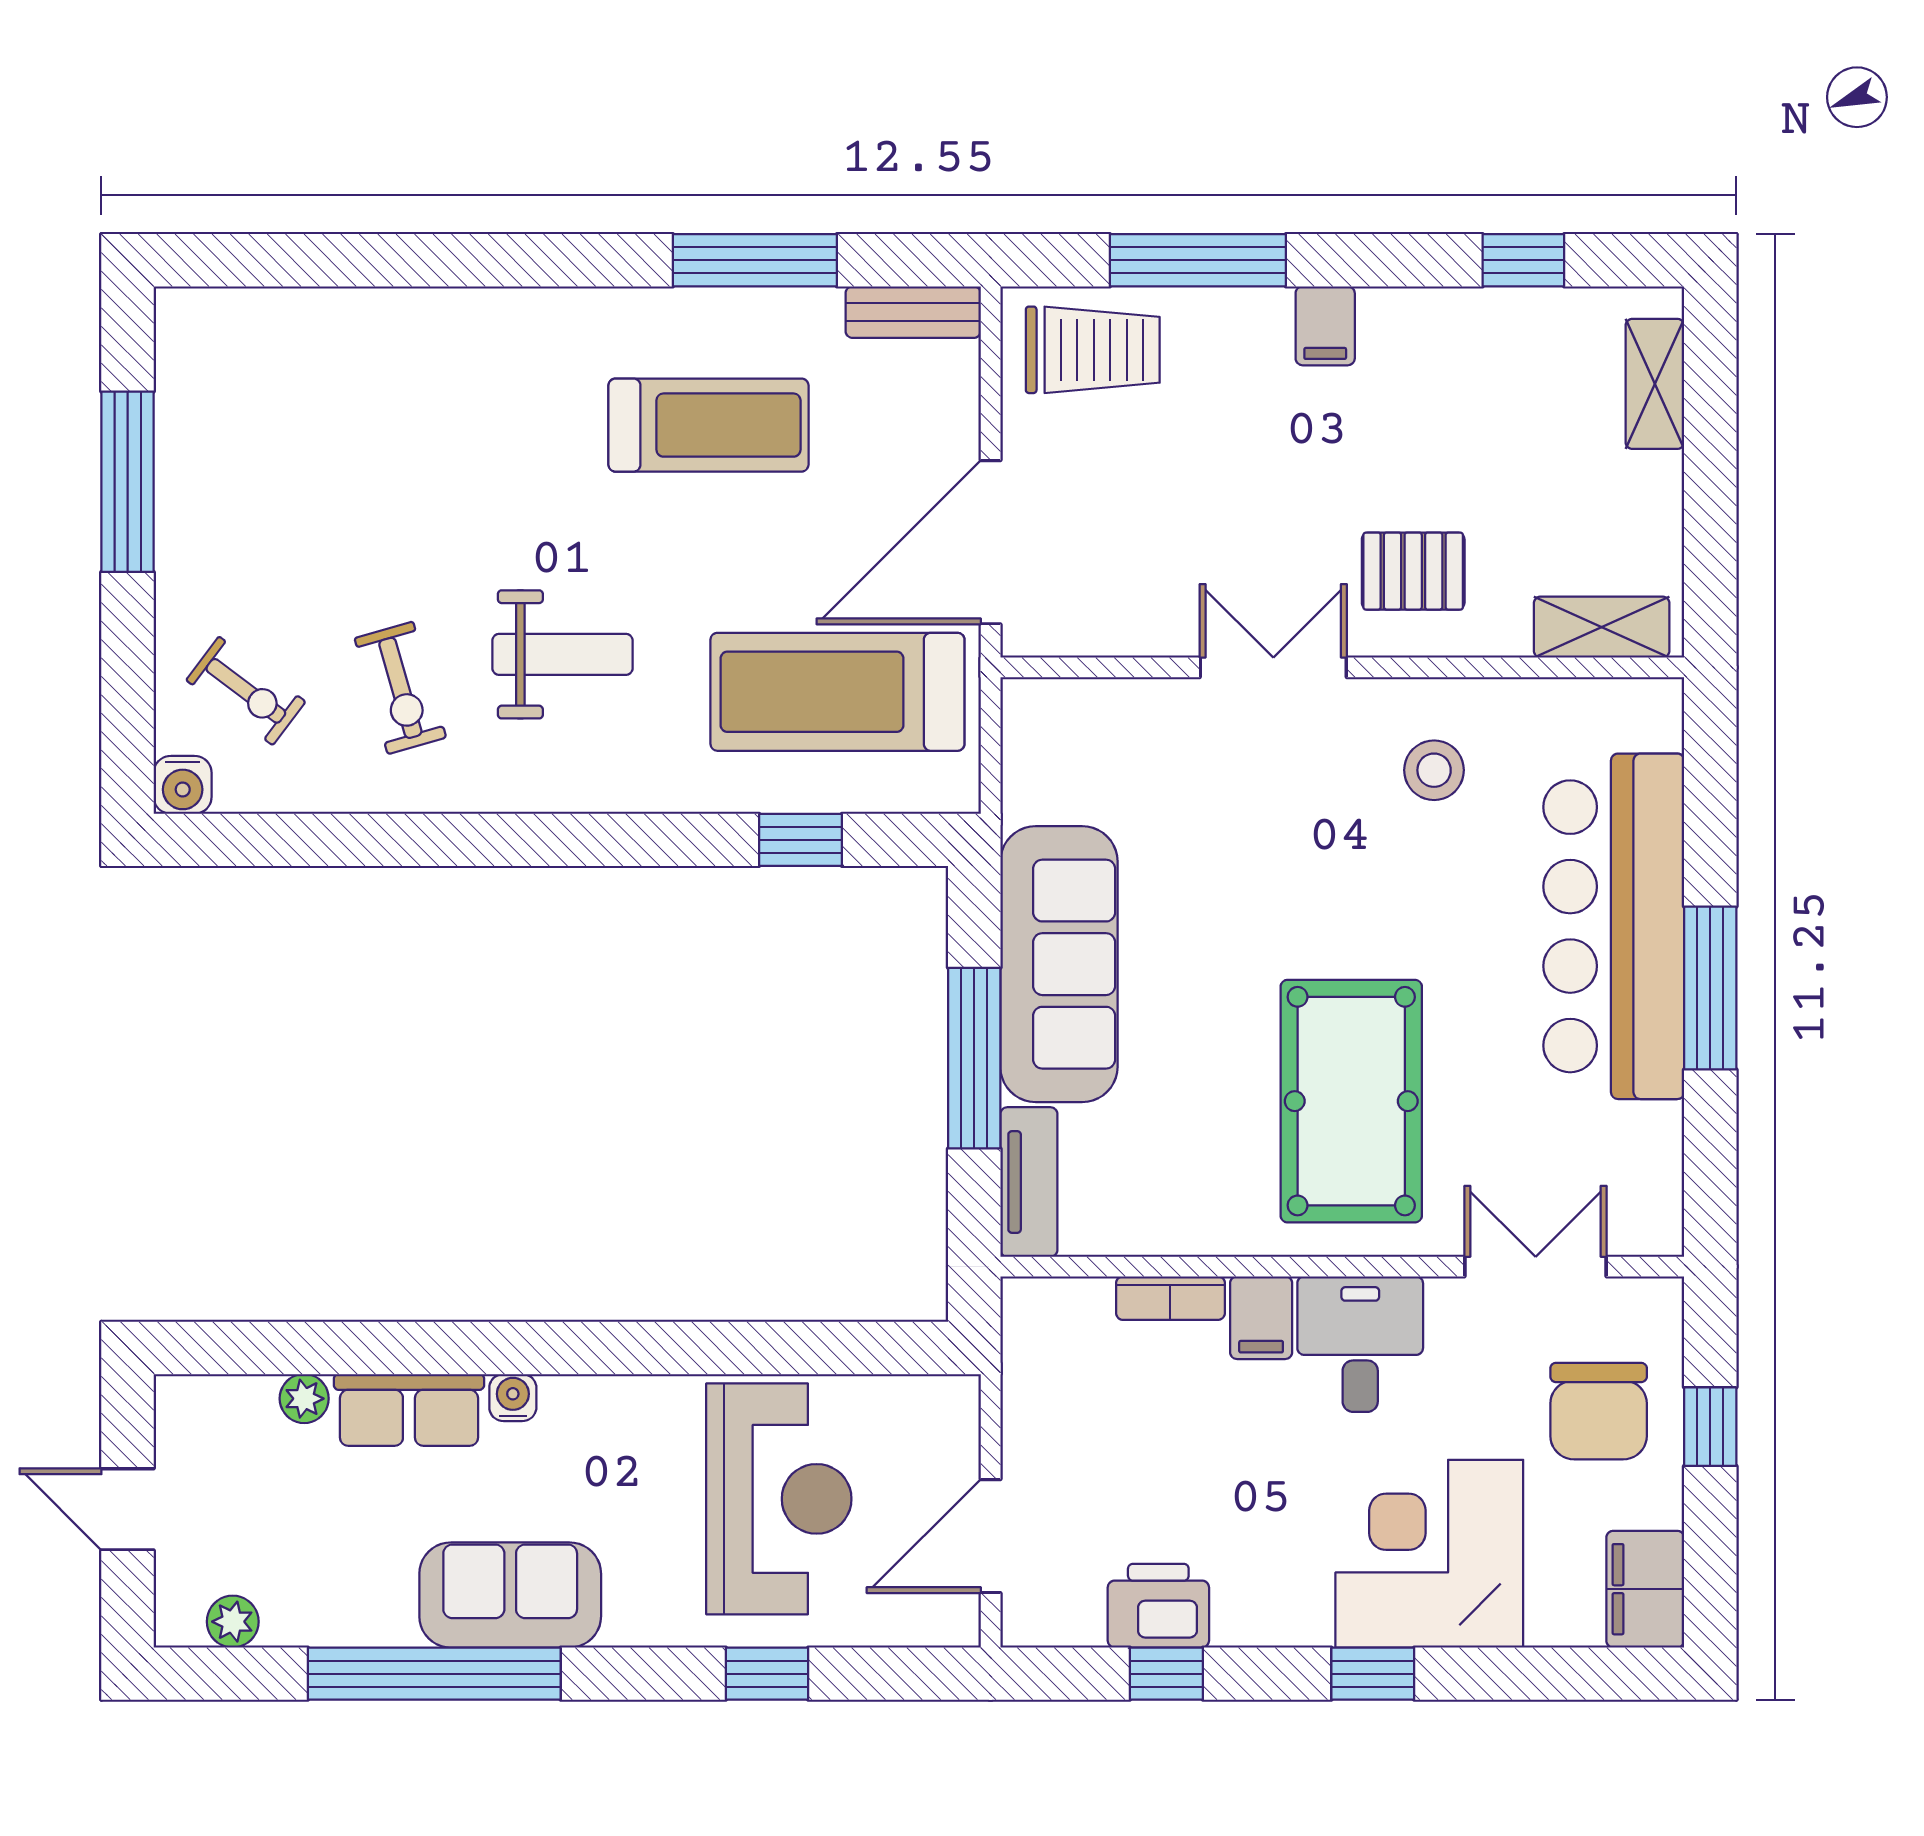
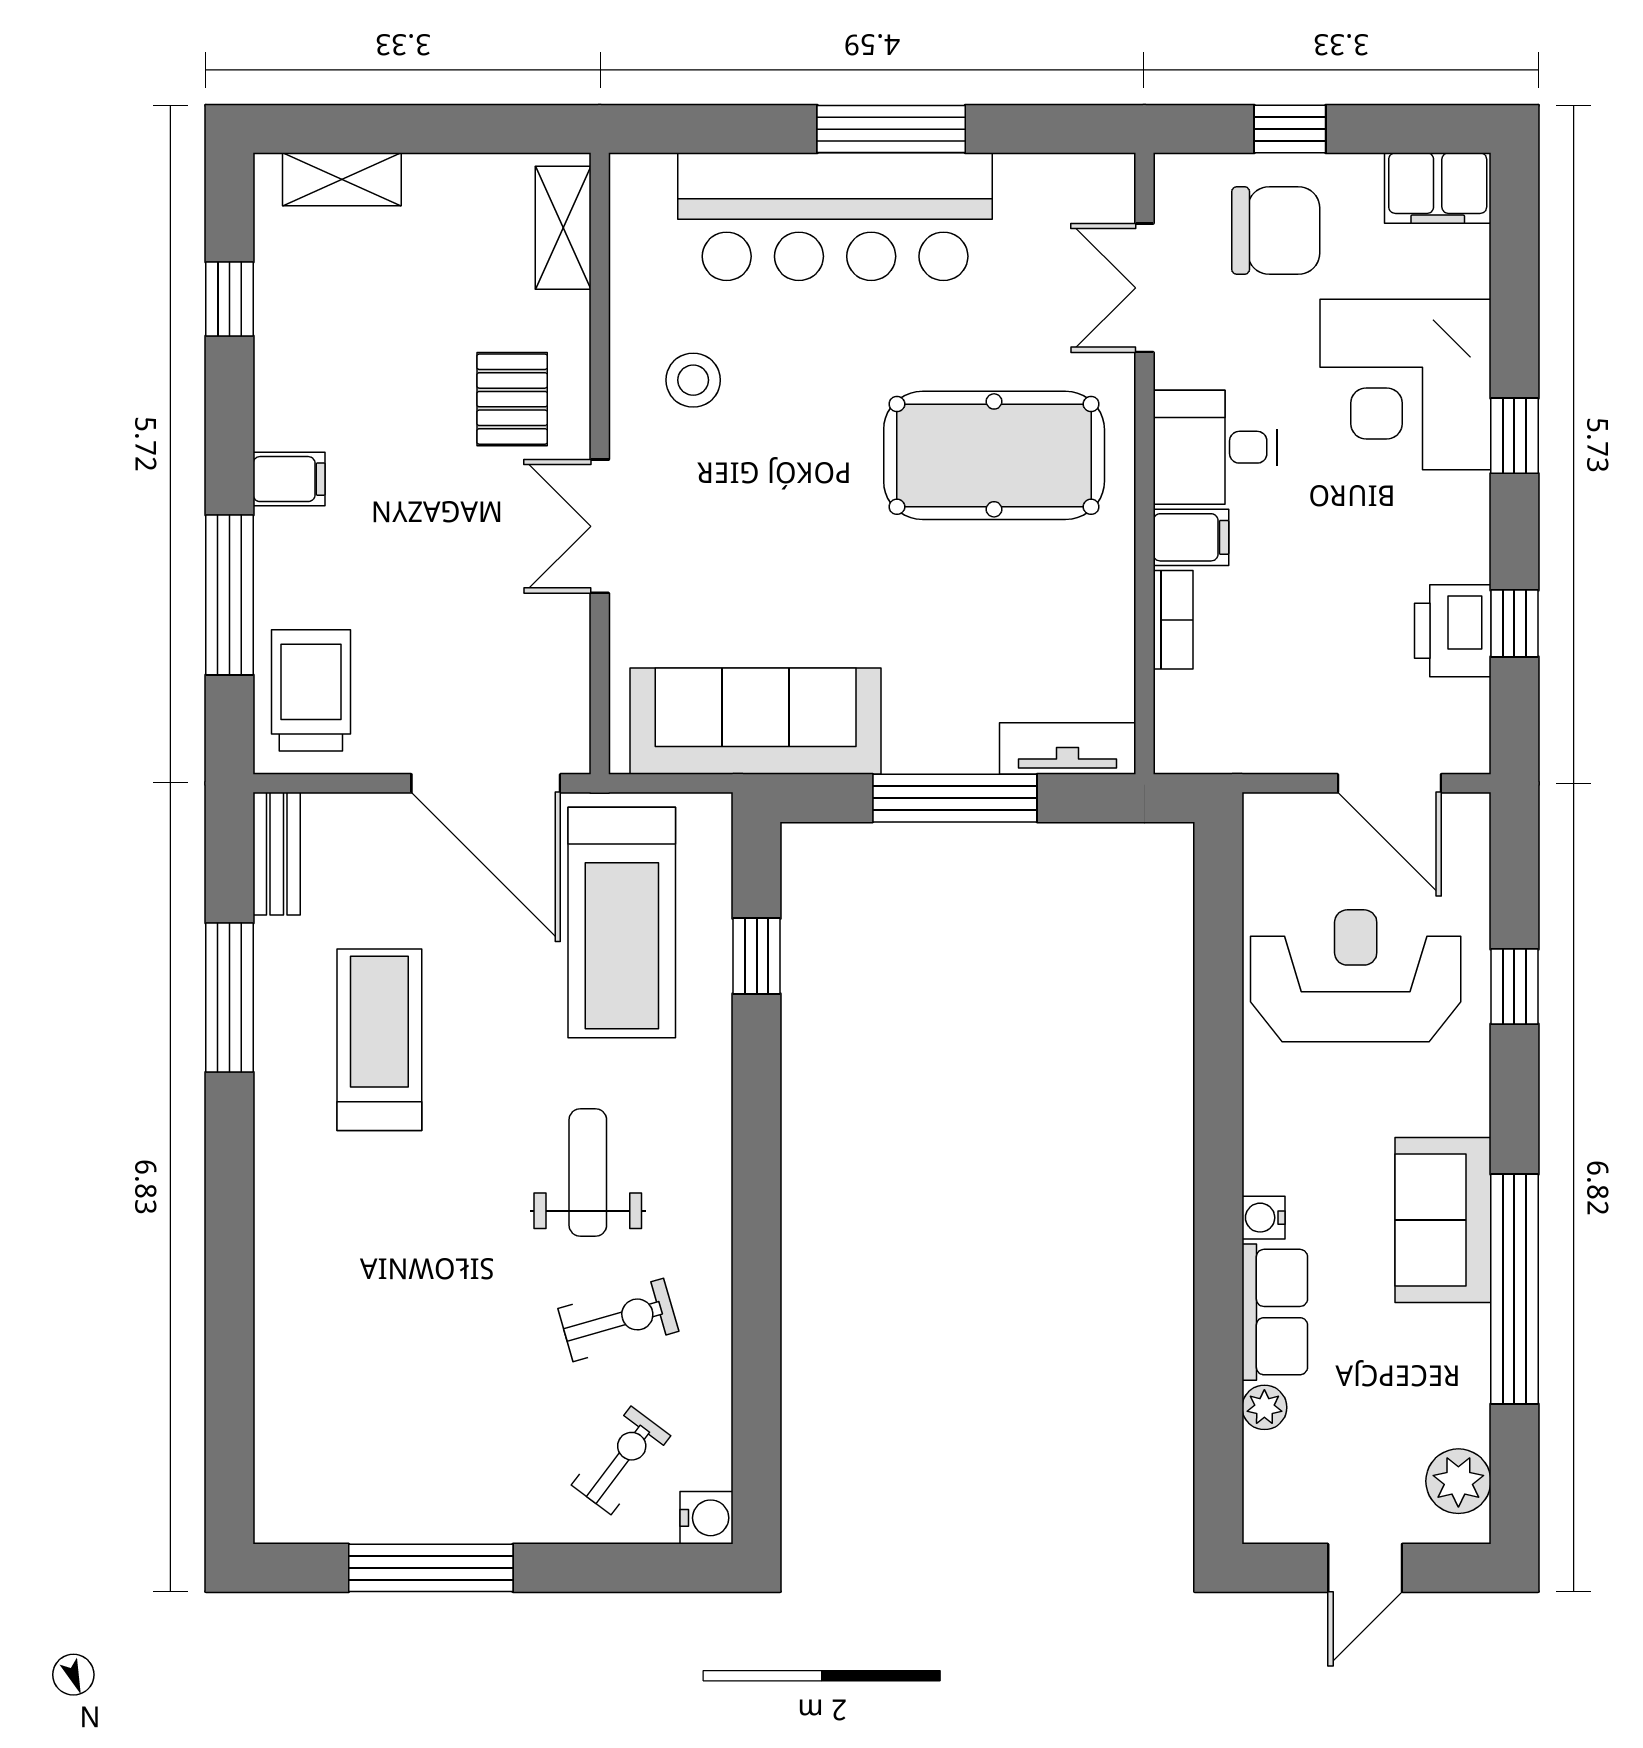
sofa: (1059, 964) -> (756, 721), moved
plant: (233, 1622) -> (1458, 1481), width x1.38, depth x1.38

